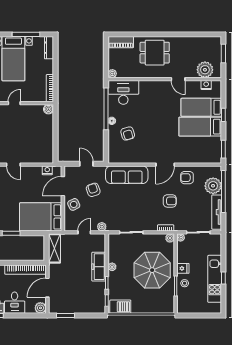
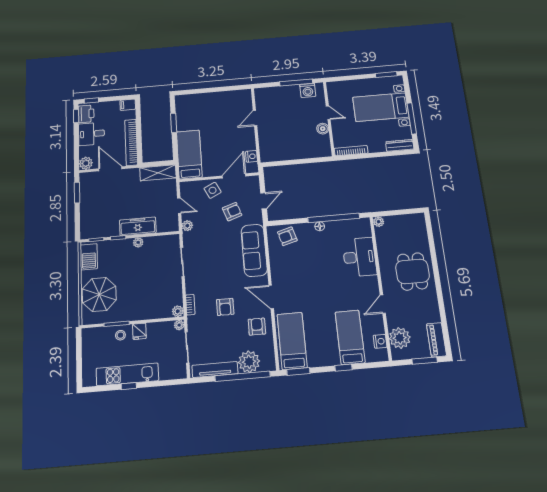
piano: (121, 42) -> (436, 340), moved
desk: (123, 92) -> (359, 257), moved
boiler: (48, 109) -> (323, 129), moved
bed: (200, 127) -> (292, 341), moved
armchair: (128, 134) -> (287, 236), moved
door: (63, 186) -> (234, 176), hinge flipped
bed: (41, 217) -> (189, 154), width x0.67
parasol: (152, 270) -> (99, 294), moved, width x0.73, depth x0.73

